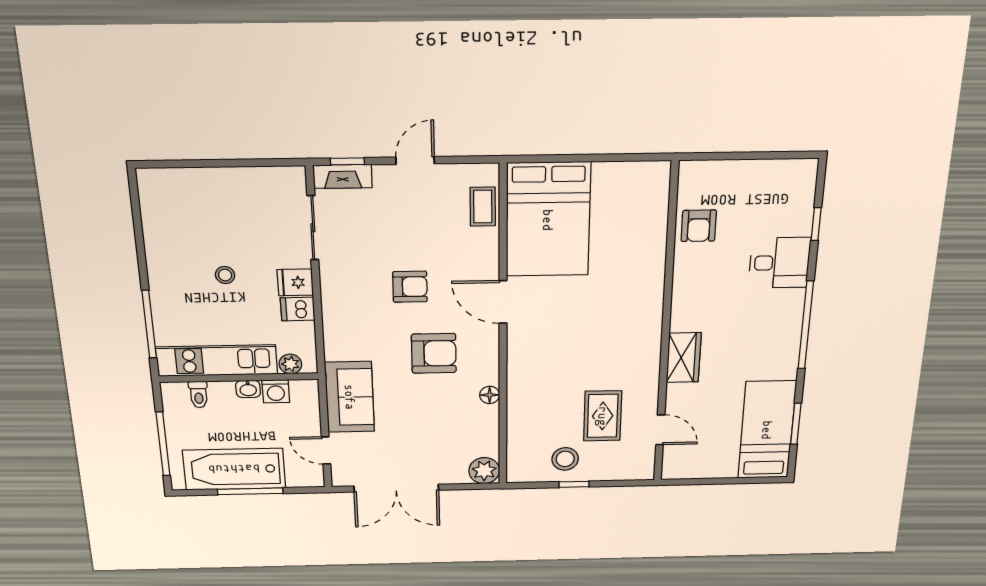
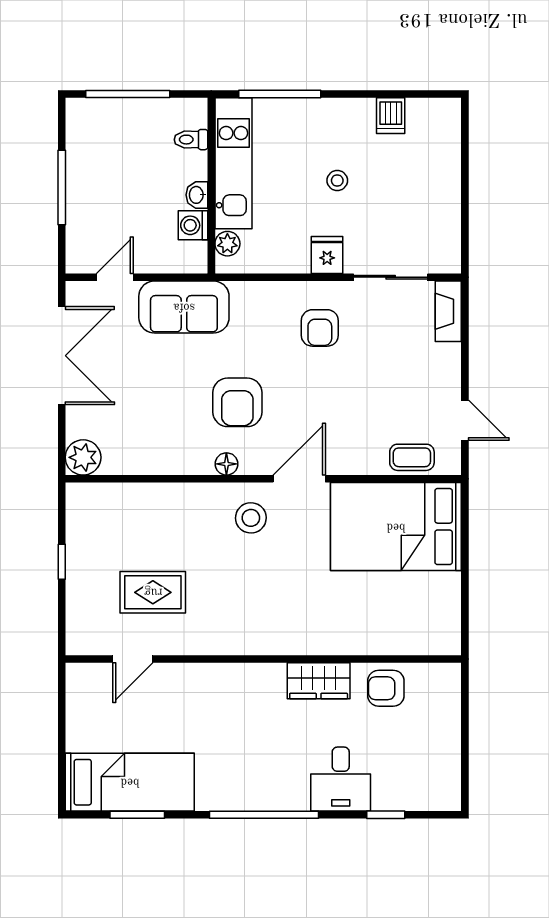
door: (415, 160) -> (465, 420), moved
window: (347, 161) -> (465, 317), removed
armchair: (410, 287) -> (320, 328), moved
dishwasher: (298, 309) -> (391, 116), moved, turned 180
wardrobe: (684, 358) -> (319, 681), moved
floor lamp: (490, 395) -> (226, 464), moved
stool: (565, 459) -> (251, 518), moved
bathtub: (234, 469) -> (92, 171), removed
double door: (396, 488) -> (62, 356), swing flipped

